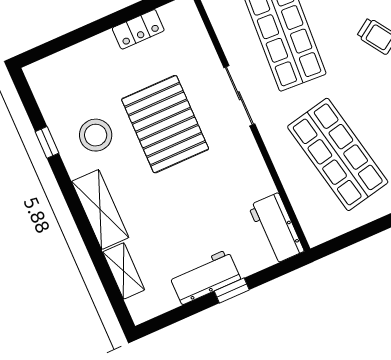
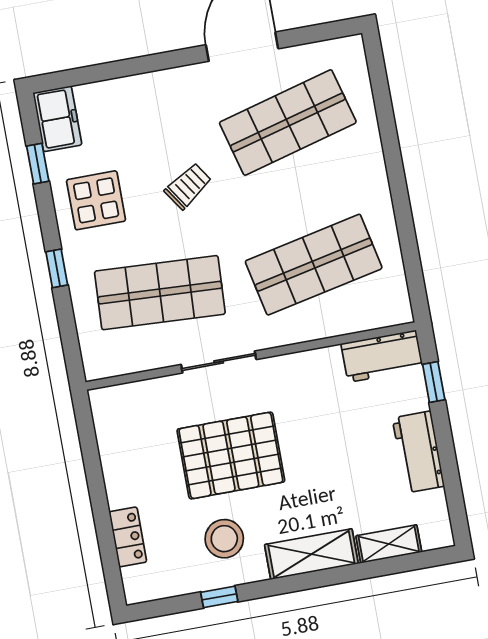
locker: (138, 29) -> (128, 537), moved
window: (232, 291) -> (434, 382), moved

